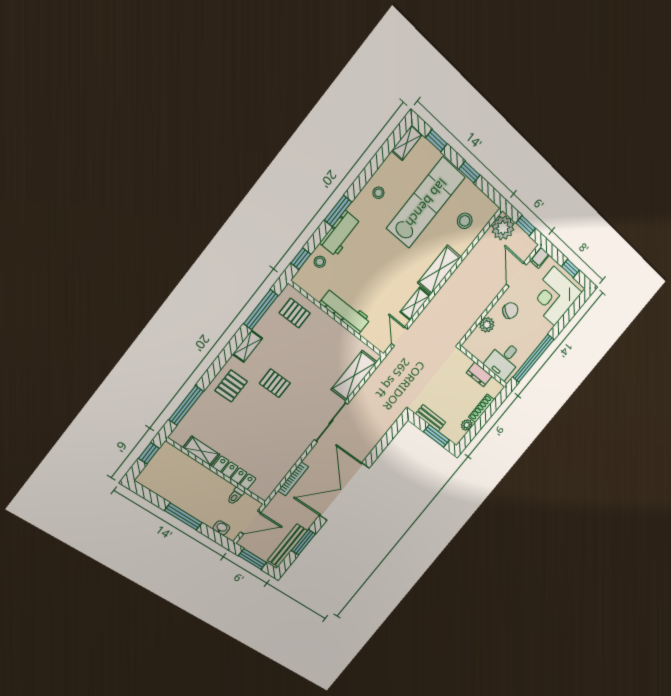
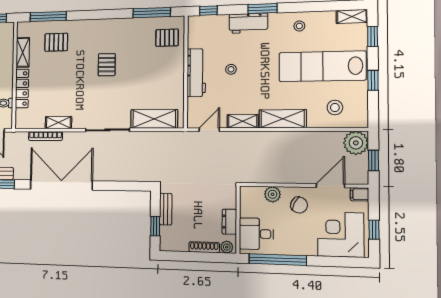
lab bench: (426, 203) -> (322, 66), turned 180
stool: (320, 262) -> (231, 69), moved
pallet: (295, 313) -> (167, 38), turned 90
shelving: (247, 346) -> (58, 123), moved
pallet: (231, 386) -> (56, 42), moved
plant: (467, 425) -> (227, 247), moved
window: (436, 436) -> (155, 226), width x0.67

